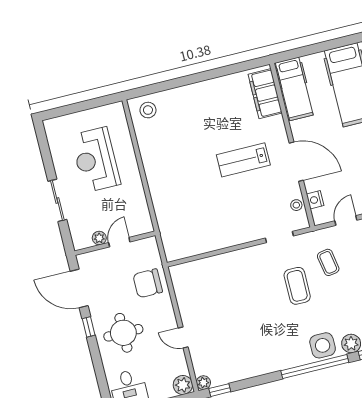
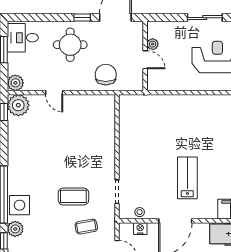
sliding door: (57, 200) -> (205, 18), moved
door: (183, 338) -> (54, 93), swing flipped
plant: (203, 383) -> (18, 105), width x1.87, depth x1.87

